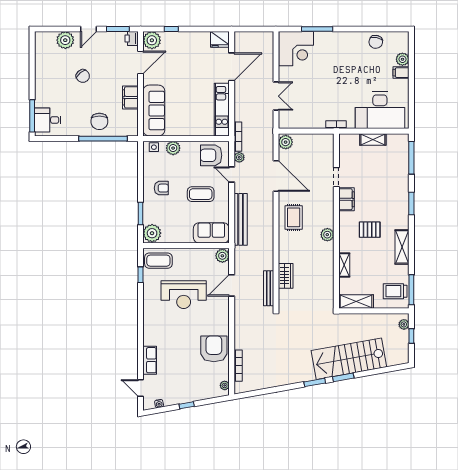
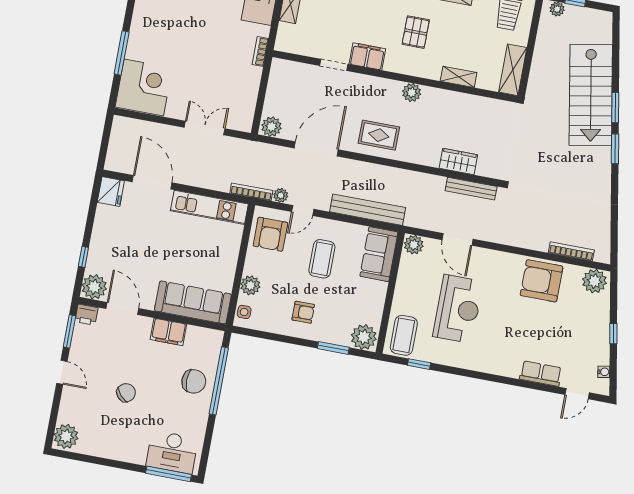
plant: (65, 40) -> (66, 436), moved
desk: (48, 120) -> (172, 452), width x1.37
armchair: (161, 188) -> (303, 312), turned 90
plant: (225, 385) -> (594, 281), width x1.88, depth x1.88

